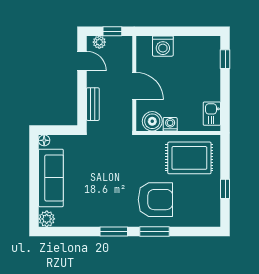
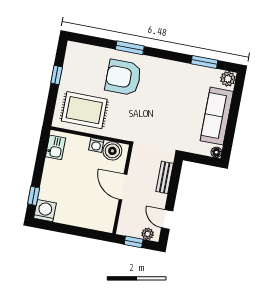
washing machine: (163, 46) -> (45, 211), moved
window: (114, 232) -> (204, 62), moved

